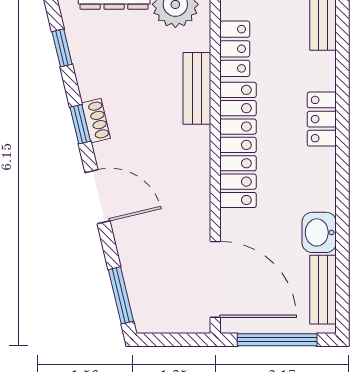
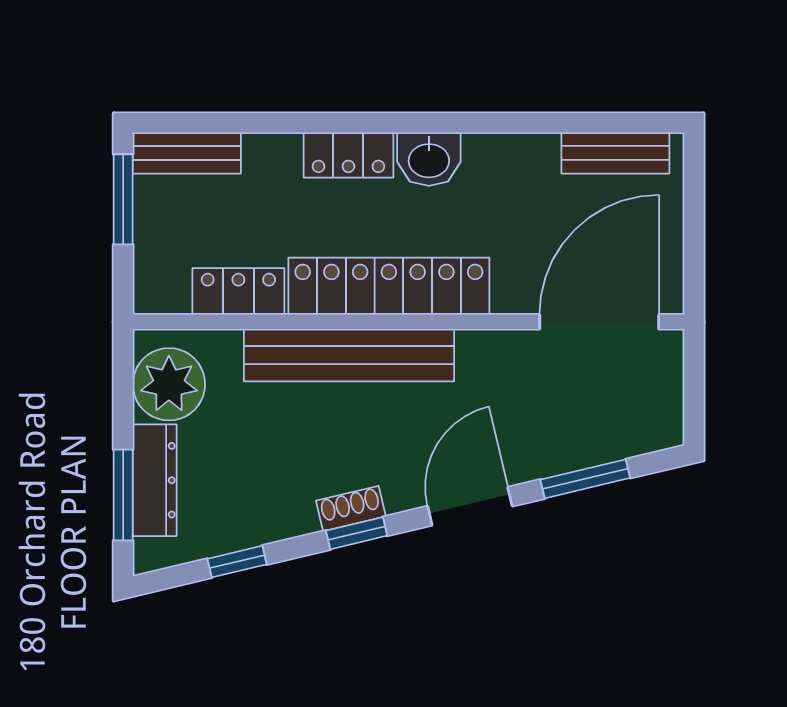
bench: (197, 88) -> (349, 355), width x1.86, depth x1.21
washbasin: (319, 232) -> (429, 159), moved
window: (121, 295) -> (585, 479), moved
window: (277, 340) -> (694, 225), removed

